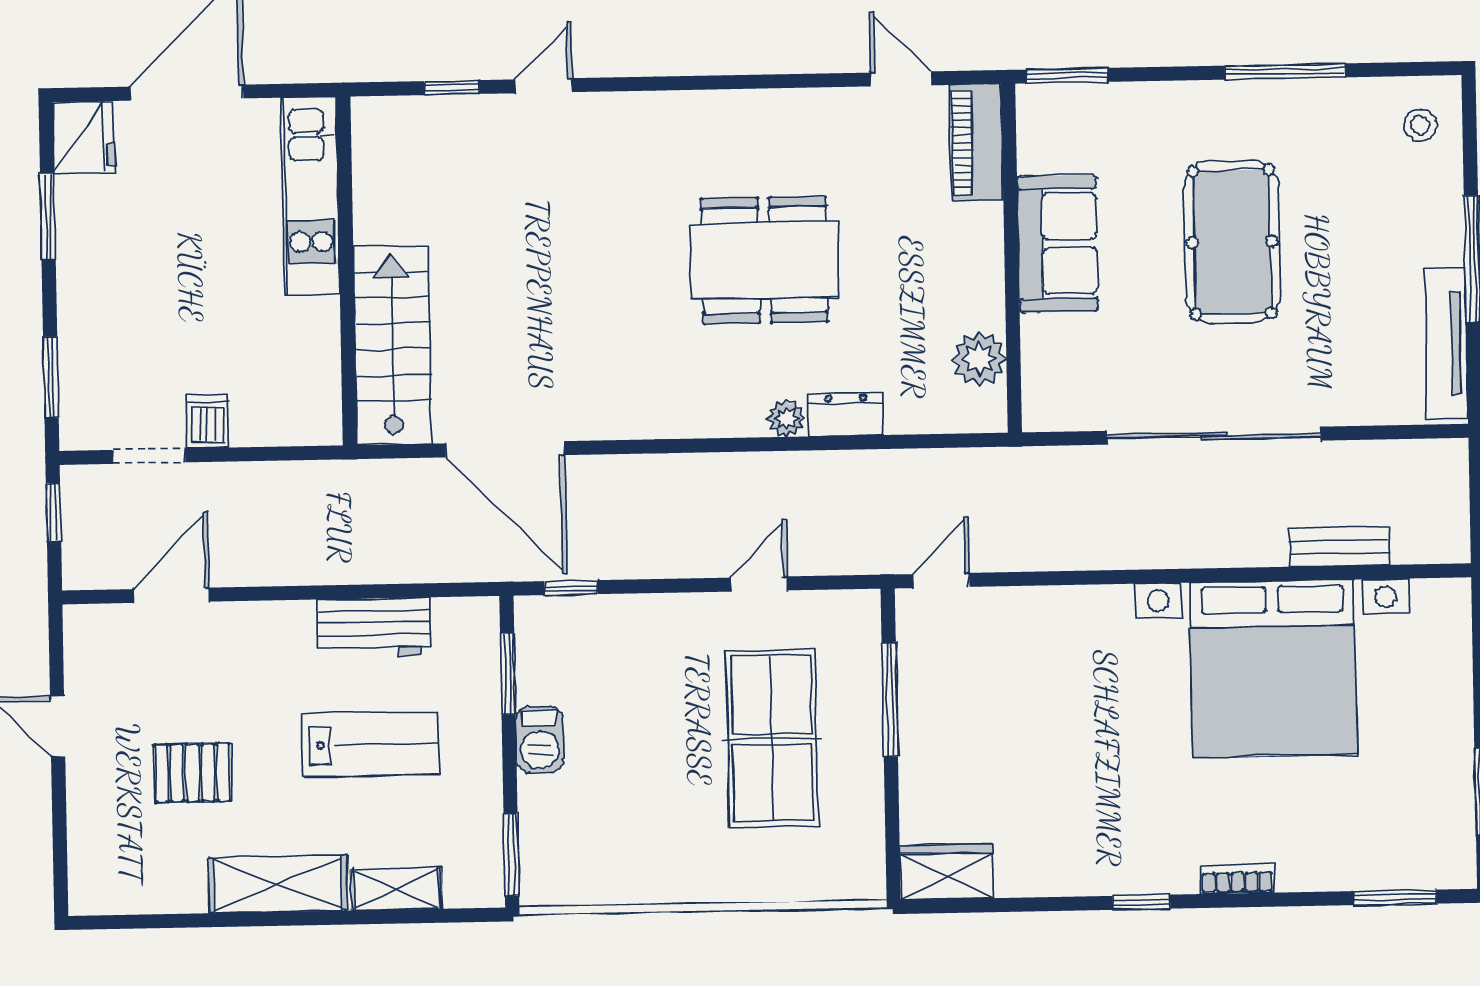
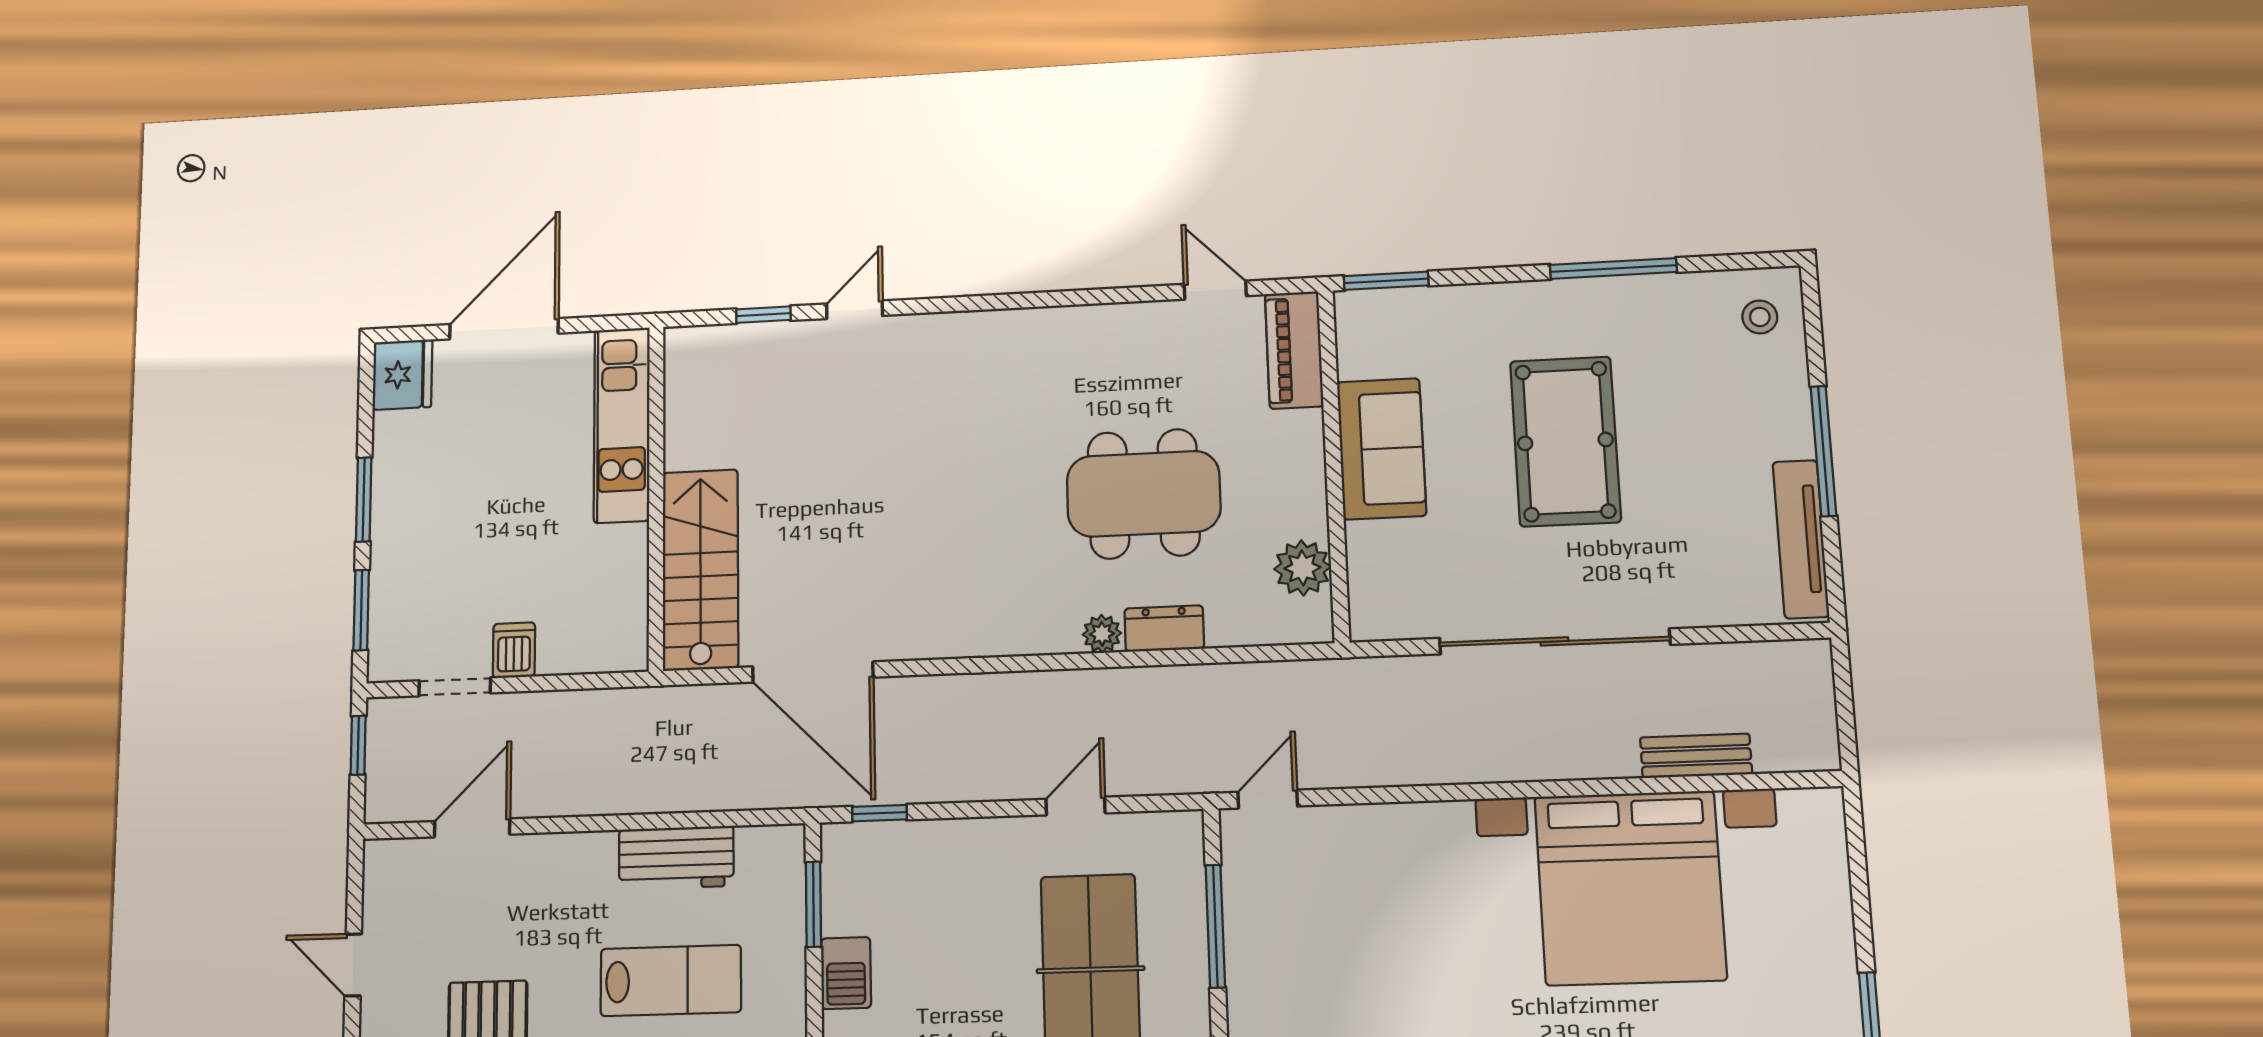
window: (48, 217) -> (364, 499), moved
dining table: (764, 260) -> (1144, 494), moved

